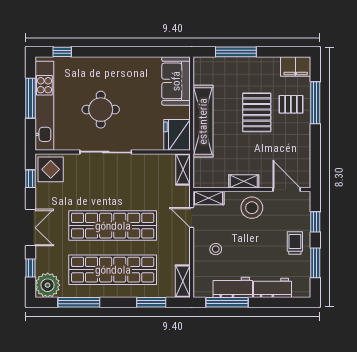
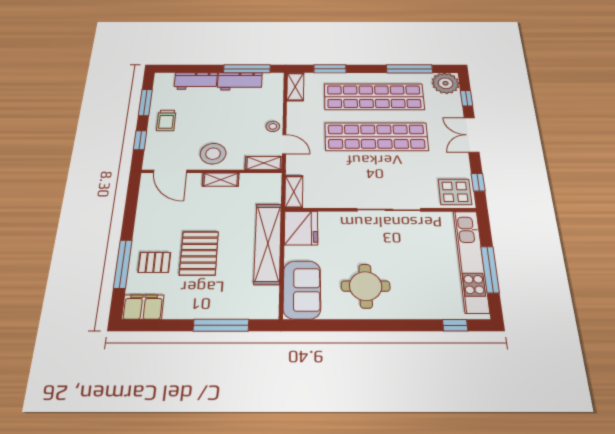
round table: (101, 110) -> (366, 286), moved
stool: (216, 249) -> (273, 126), moved

